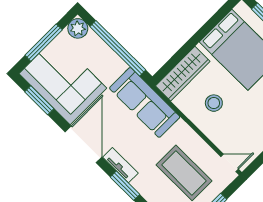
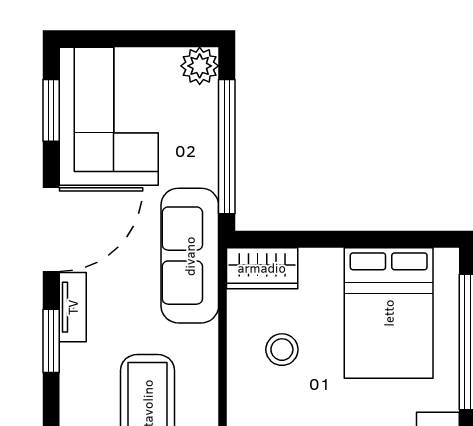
window: (44, 43) -> (135, 39), removed
wardrobe: (183, 74) -> (262, 268), width x0.67

